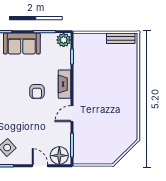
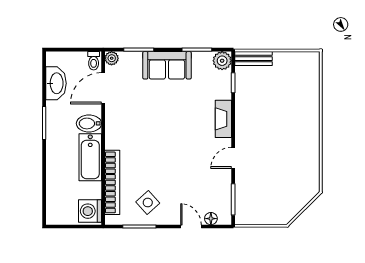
bench: (121, 38) -> (254, 59), moved
armchair: (37, 91) -> (187, 129), removed
floor lamp: (59, 156) -> (211, 219), width x0.53, depth x0.53

